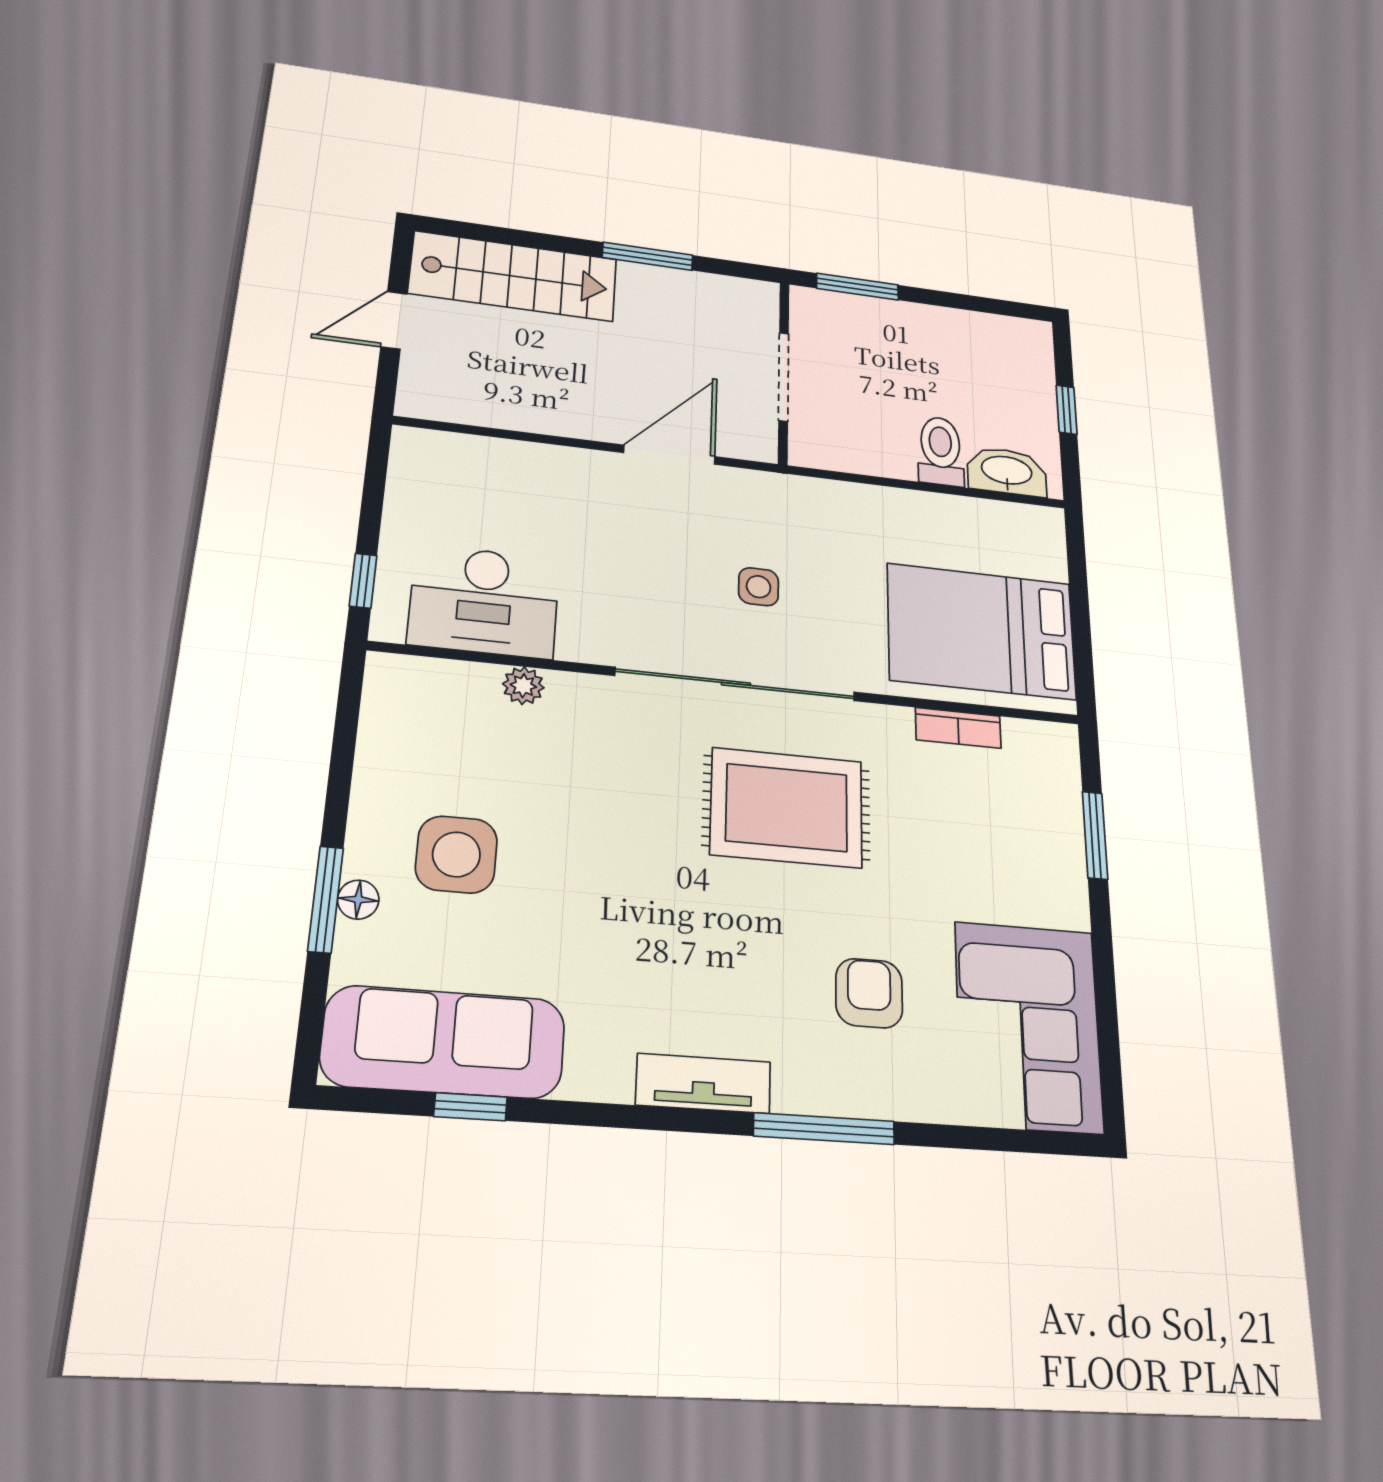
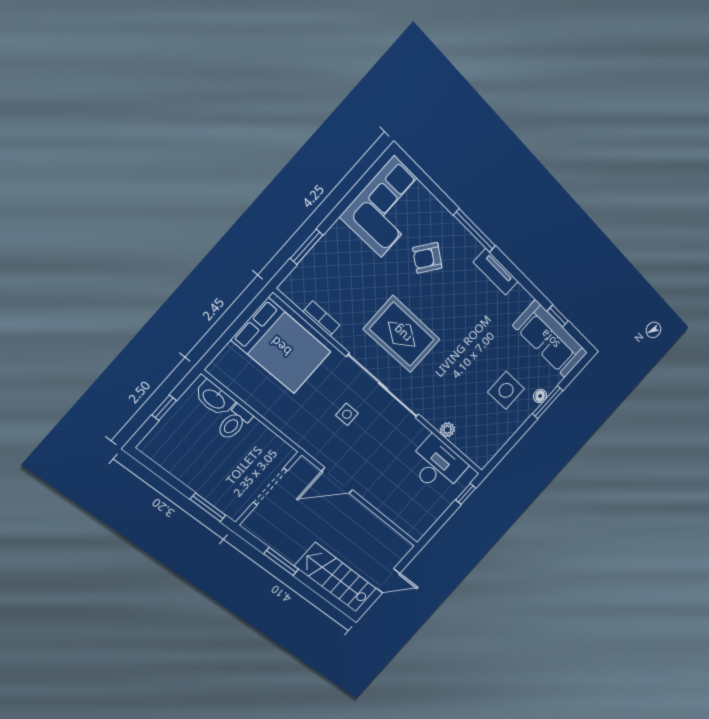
armchair: (869, 993) -> (427, 258), turned 36

